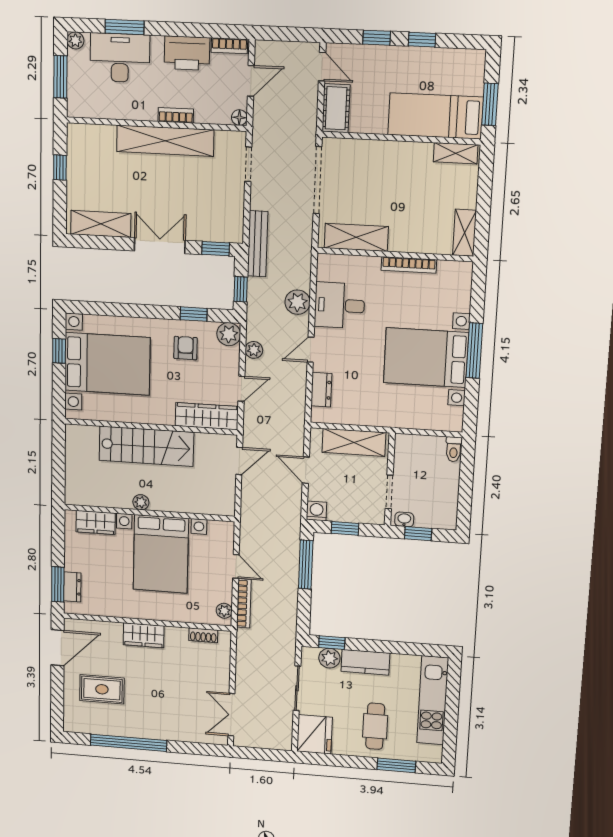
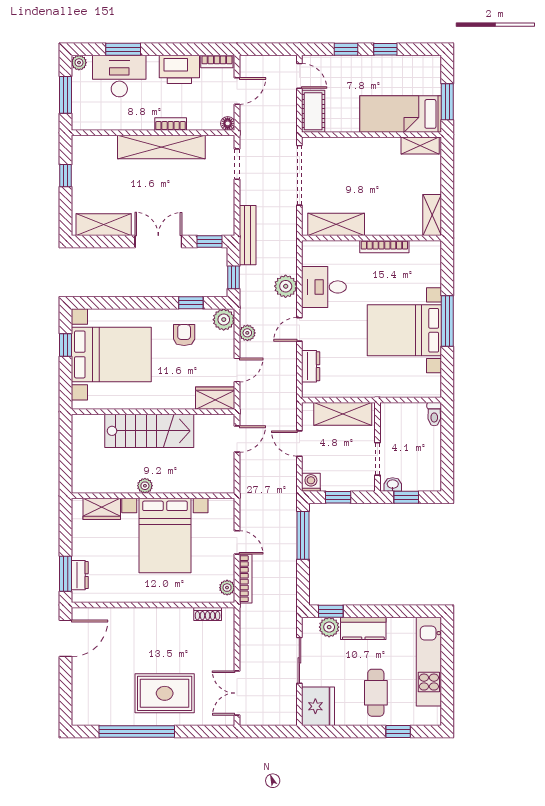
wardrobe: (207, 416) -> (215, 398), width x0.67
wardrobe: (144, 635) -> (150, 619), removed
rug: (102, 689) -> (165, 693), moved, width x1.36, depth x1.43
window: (396, 765) -> (398, 731), width x0.67

